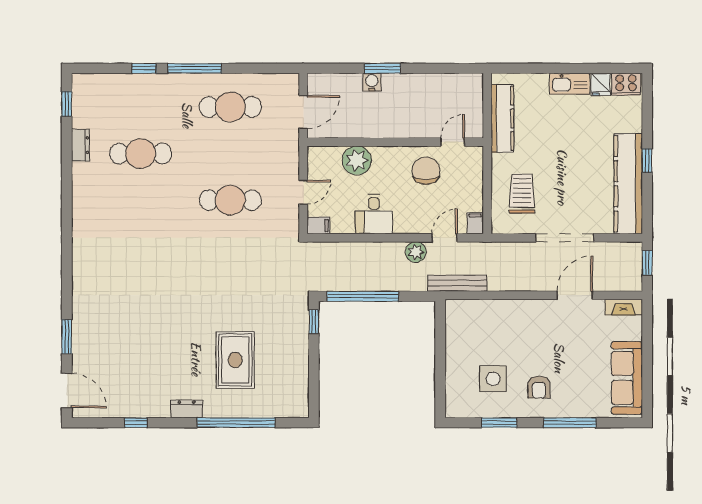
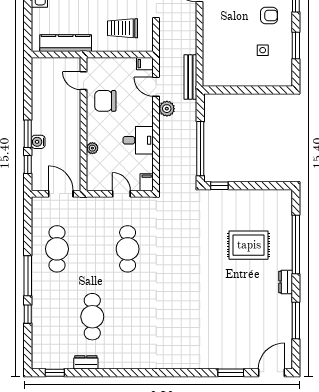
window: (342, 68) -> (28, 164), added
plant: (357, 160) -> (92, 148), width x0.53, depth x0.53
side table: (493, 379) -> (263, 50), width x0.54, depth x0.54
window: (136, 423) -> (296, 320), width x2.17

